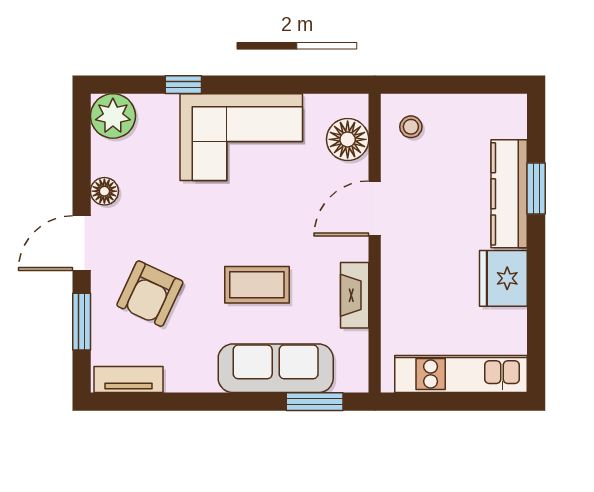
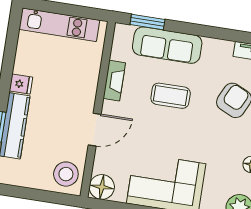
stool: (411, 127) -> (66, 174), width x1.89, depth x1.89
floor lamp: (348, 139) -> (102, 187), moved
fridge: (503, 278) -> (21, 84), width x0.53, depth x0.75

